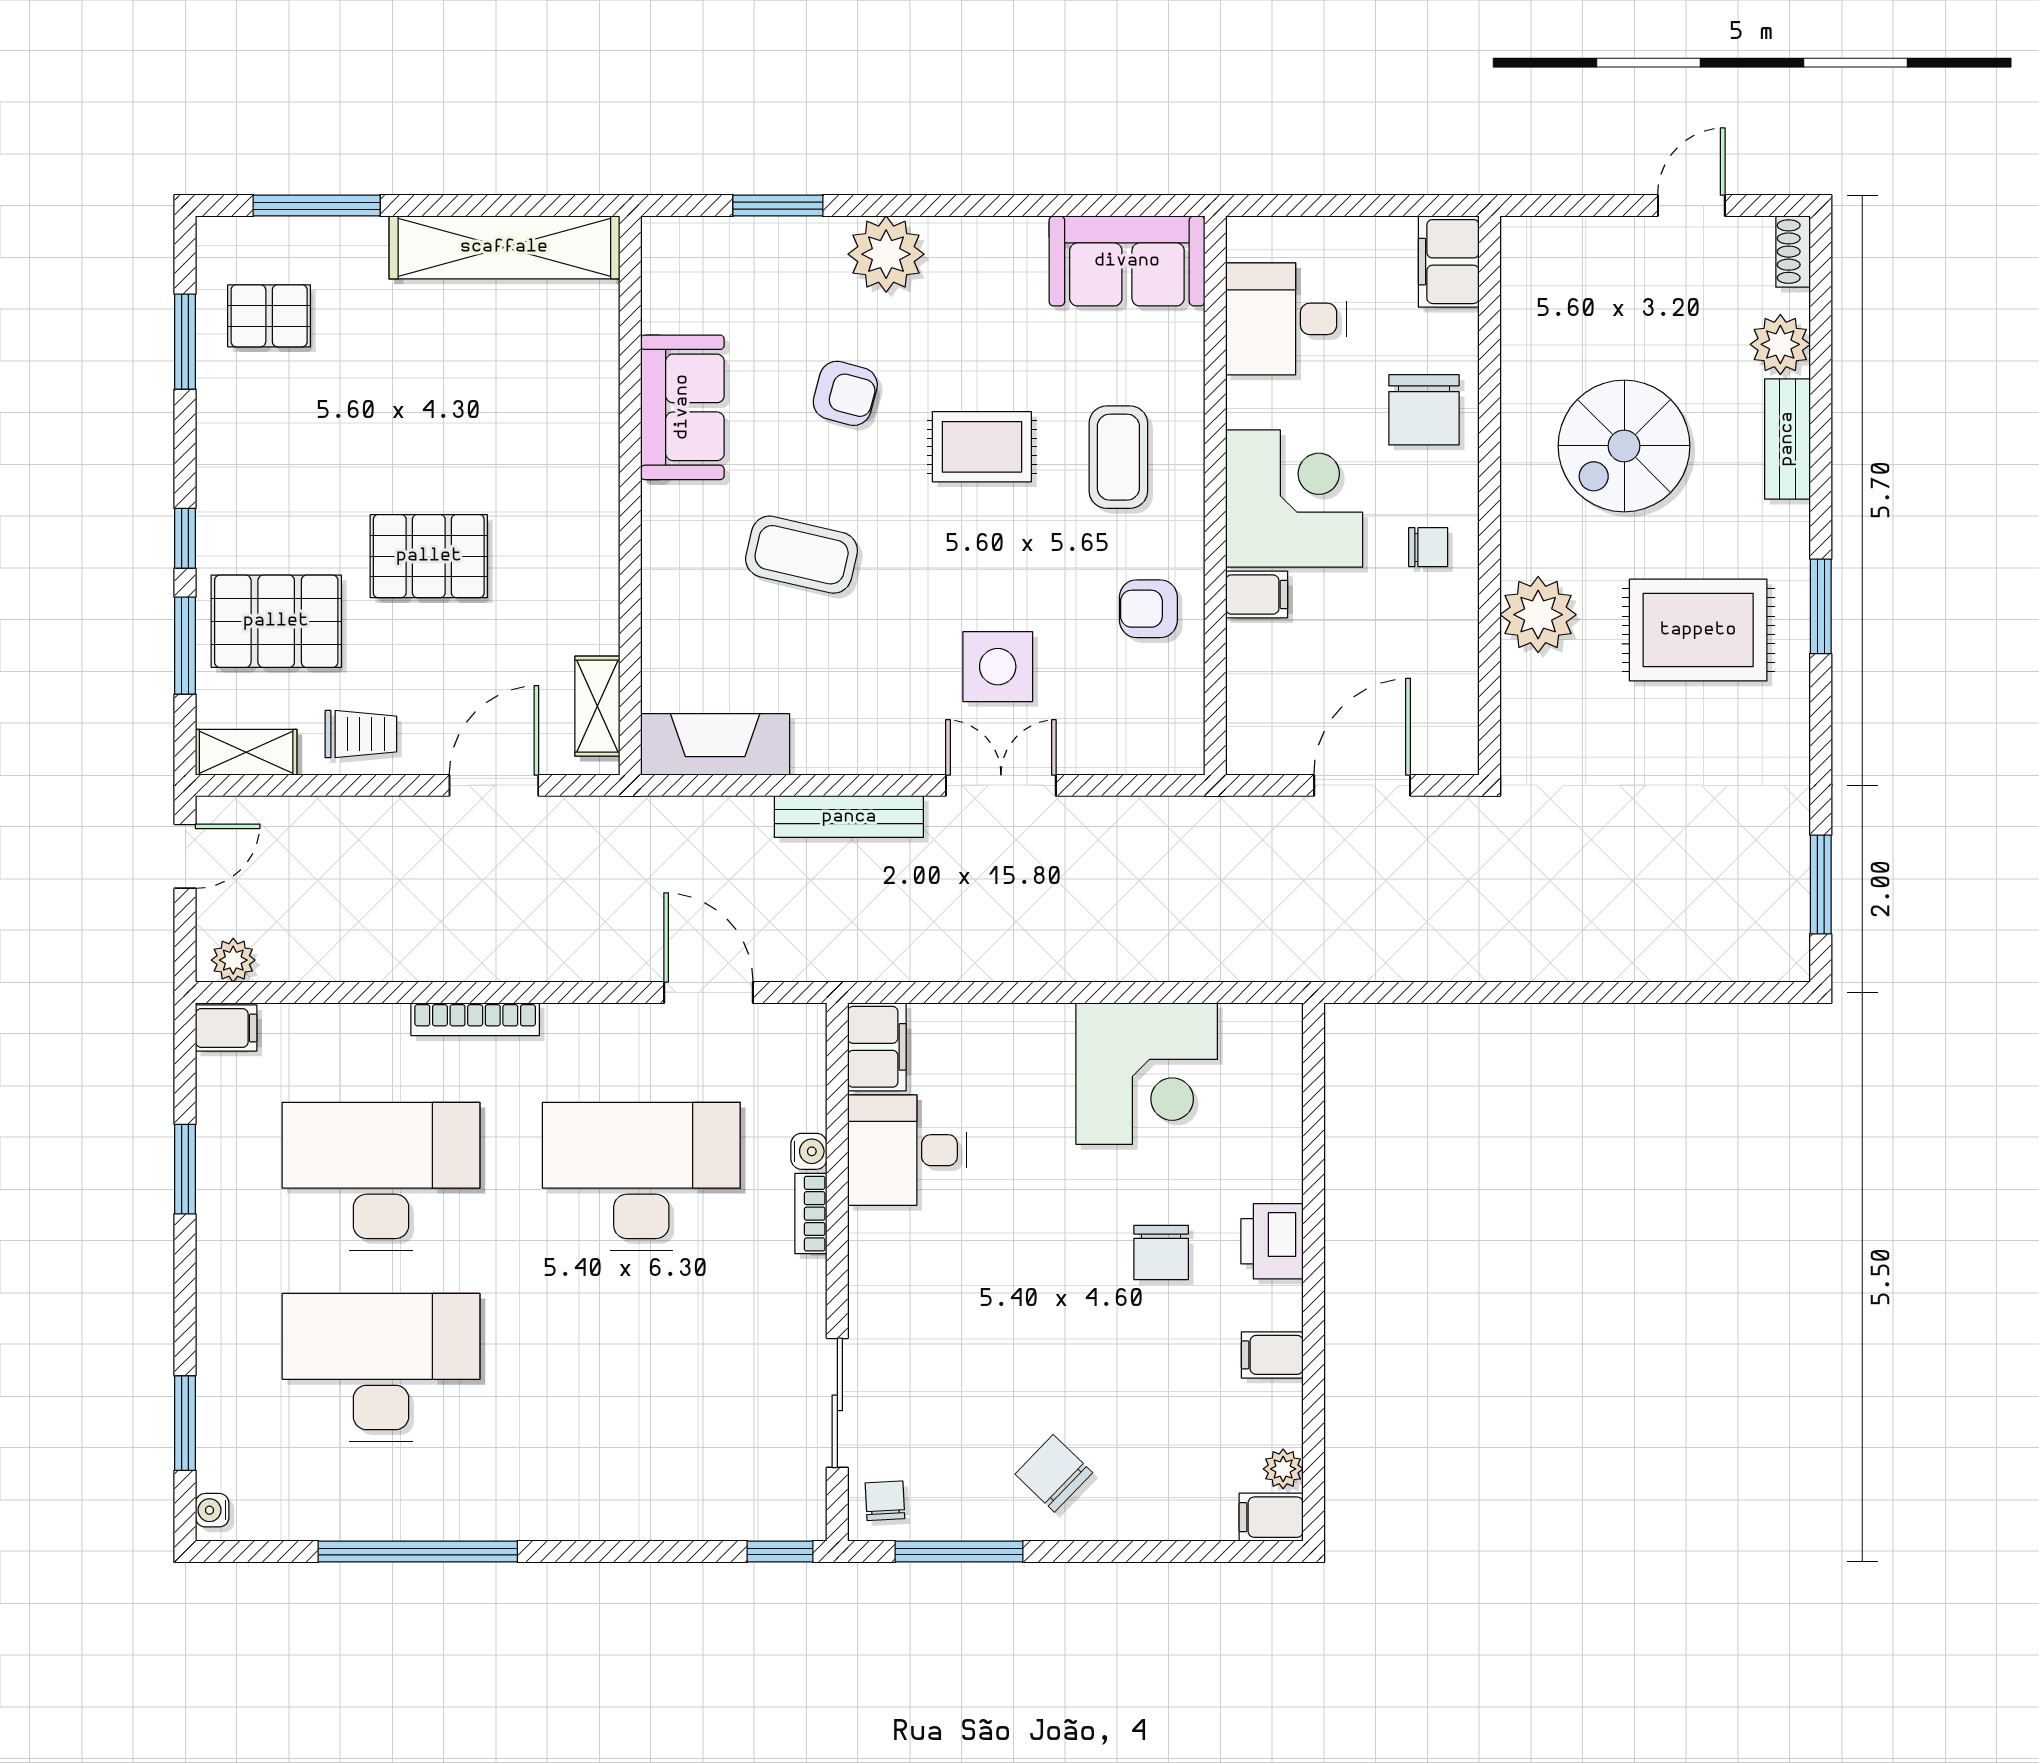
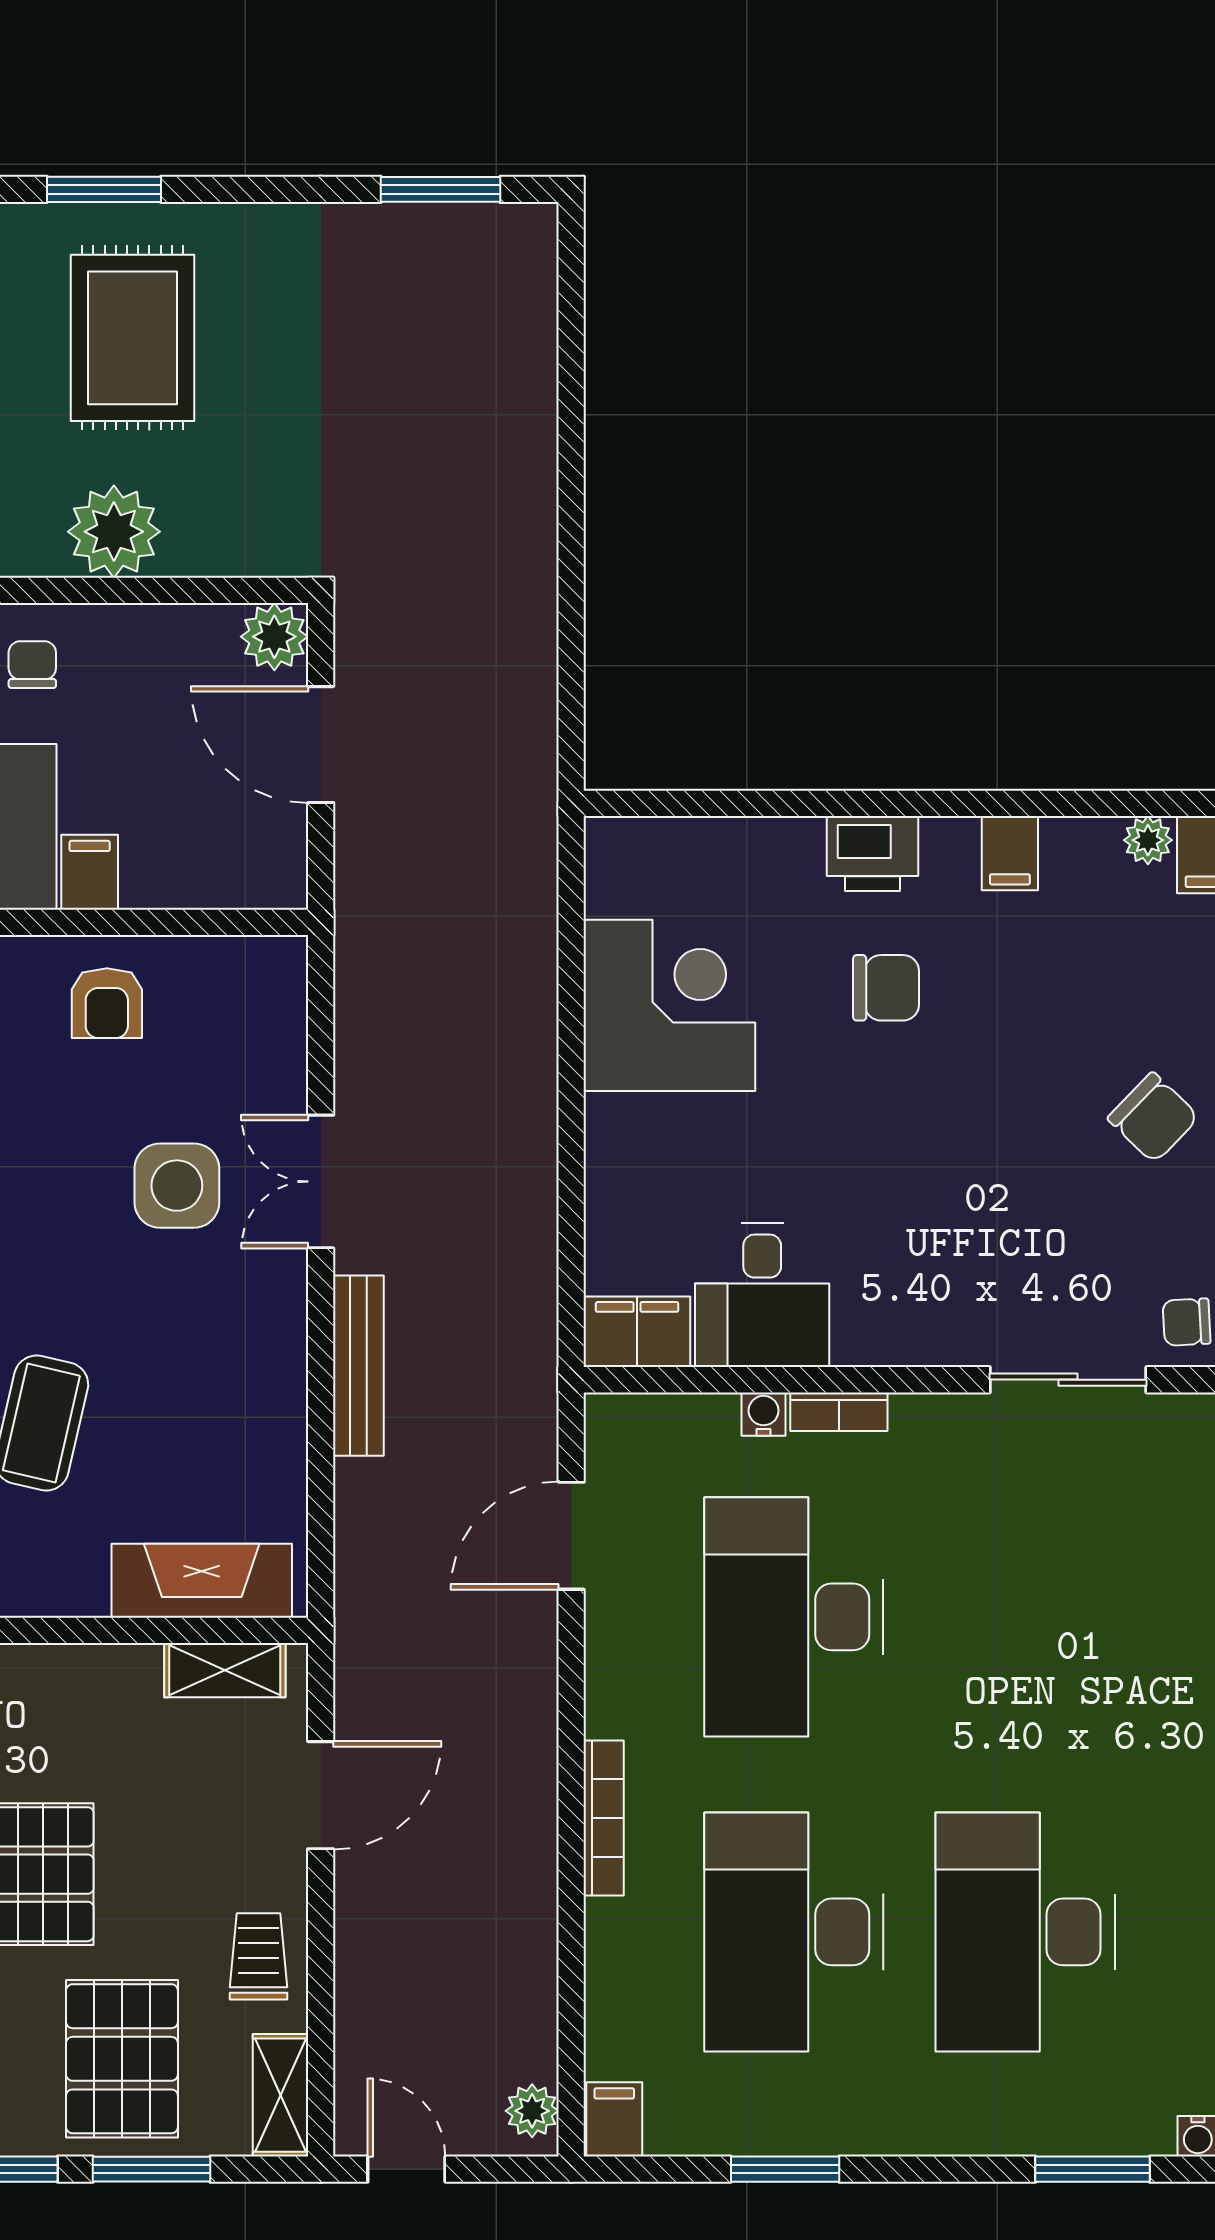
fireplace: (715, 744) -> (202, 1581), moved, turned 90
plant: (1451, 747) -> (274, 637), added
door: (494, 785) -> (321, 1795), swing flipped
chair: (1054, 1473) -> (1153, 1118), turned -90

